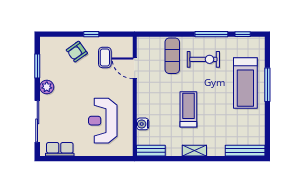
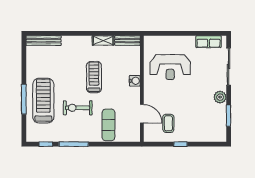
armchair: (77, 52) -> (193, 129), removed
exercise bike: (203, 59) -> (78, 108), moved
treadmill: (188, 109) -> (94, 77), turned 180
reception desk: (103, 121) -> (170, 67), turned 90
water cooler: (143, 124) -> (135, 81), moved
shelving: (194, 151) -> (103, 40), moved

